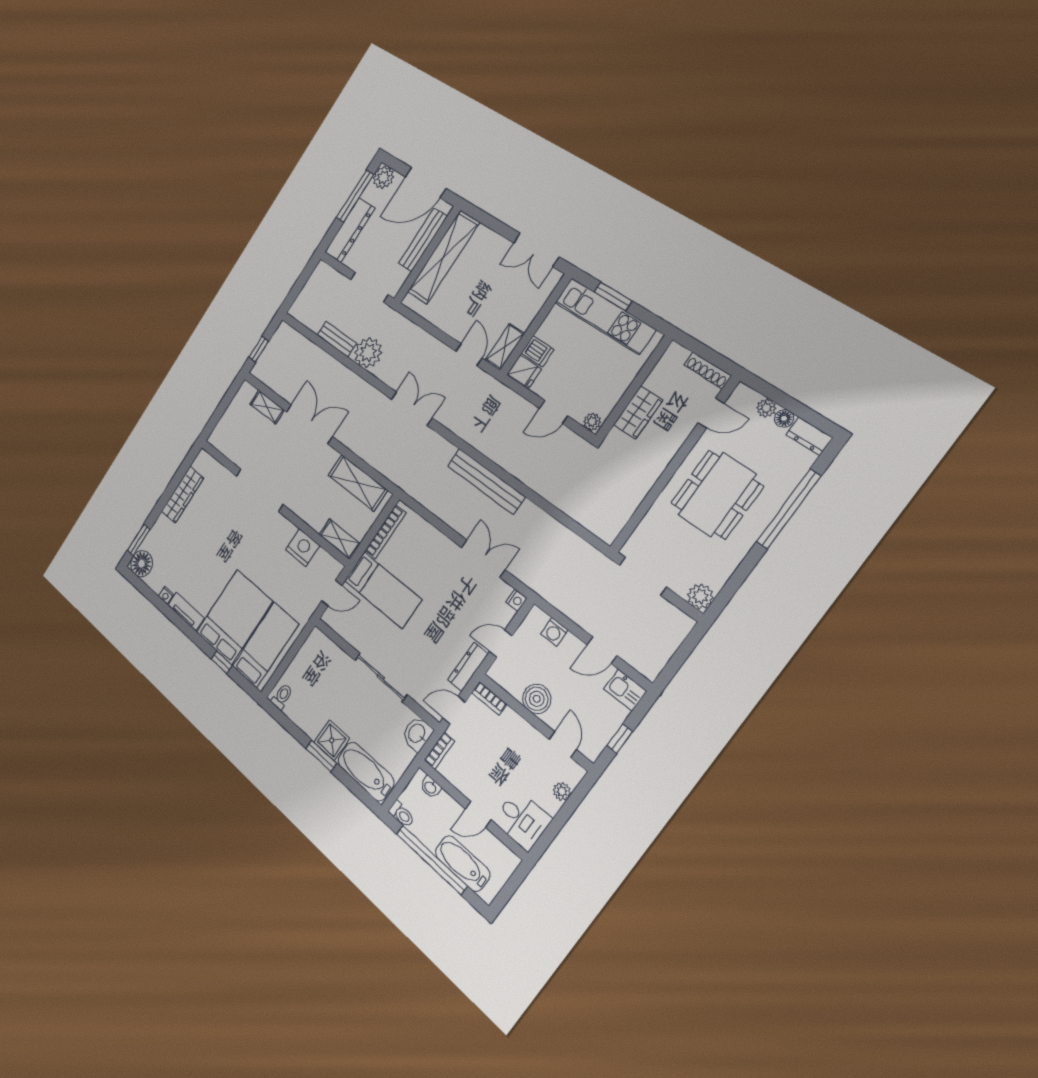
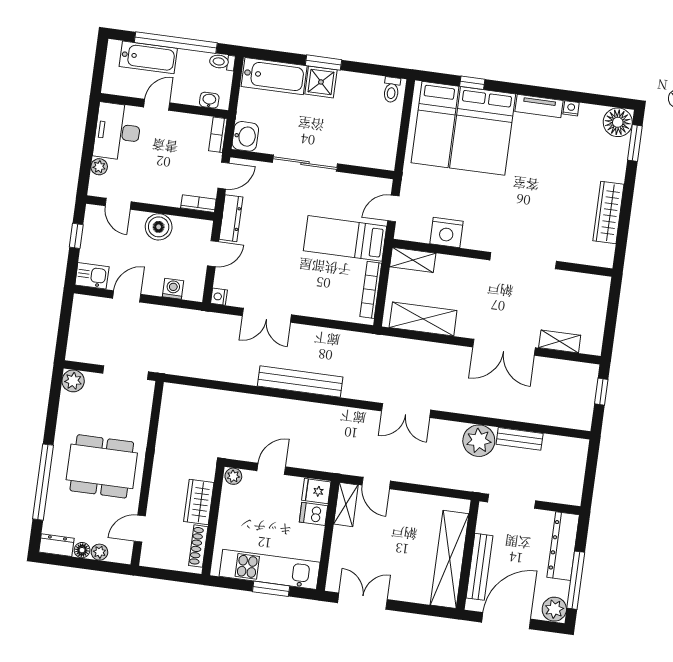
shoe rack: (707, 370) -> (198, 546), moved, turned -90
dining table: (717, 495) -> (102, 466), turned 90
desk: (522, 820) -> (117, 132), width x1.37

